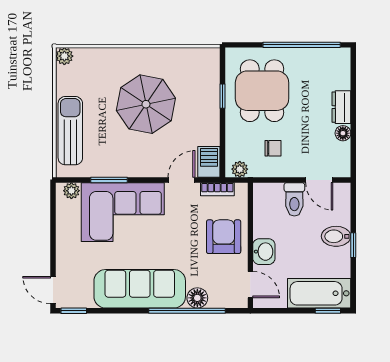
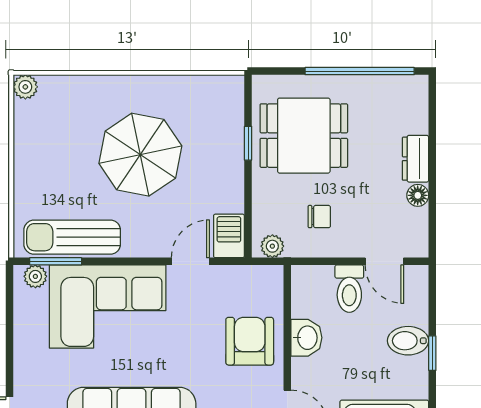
dining table: (262, 91) -> (304, 136), turned 90
sun lounger: (70, 131) -> (72, 237), moved, turned -90
window: (109, 180) -> (56, 261), moved
bookcase: (217, 189) -> (241, 274), removed
washbasin: (264, 252) -> (306, 338), moved

